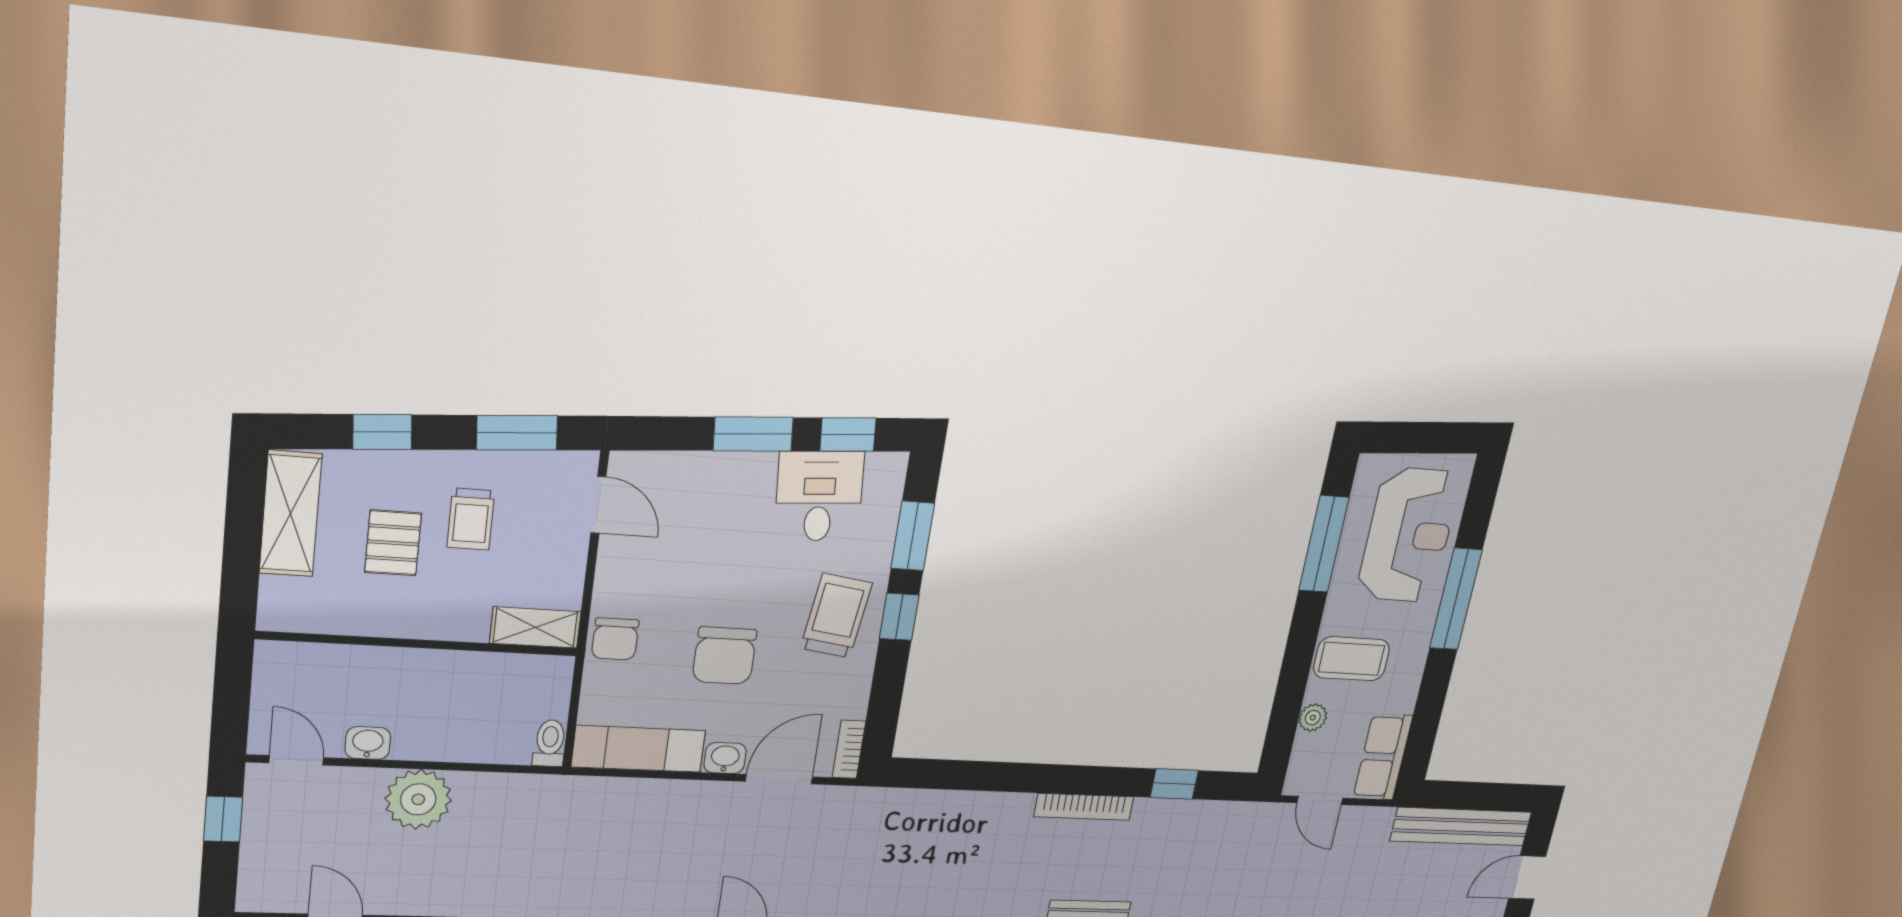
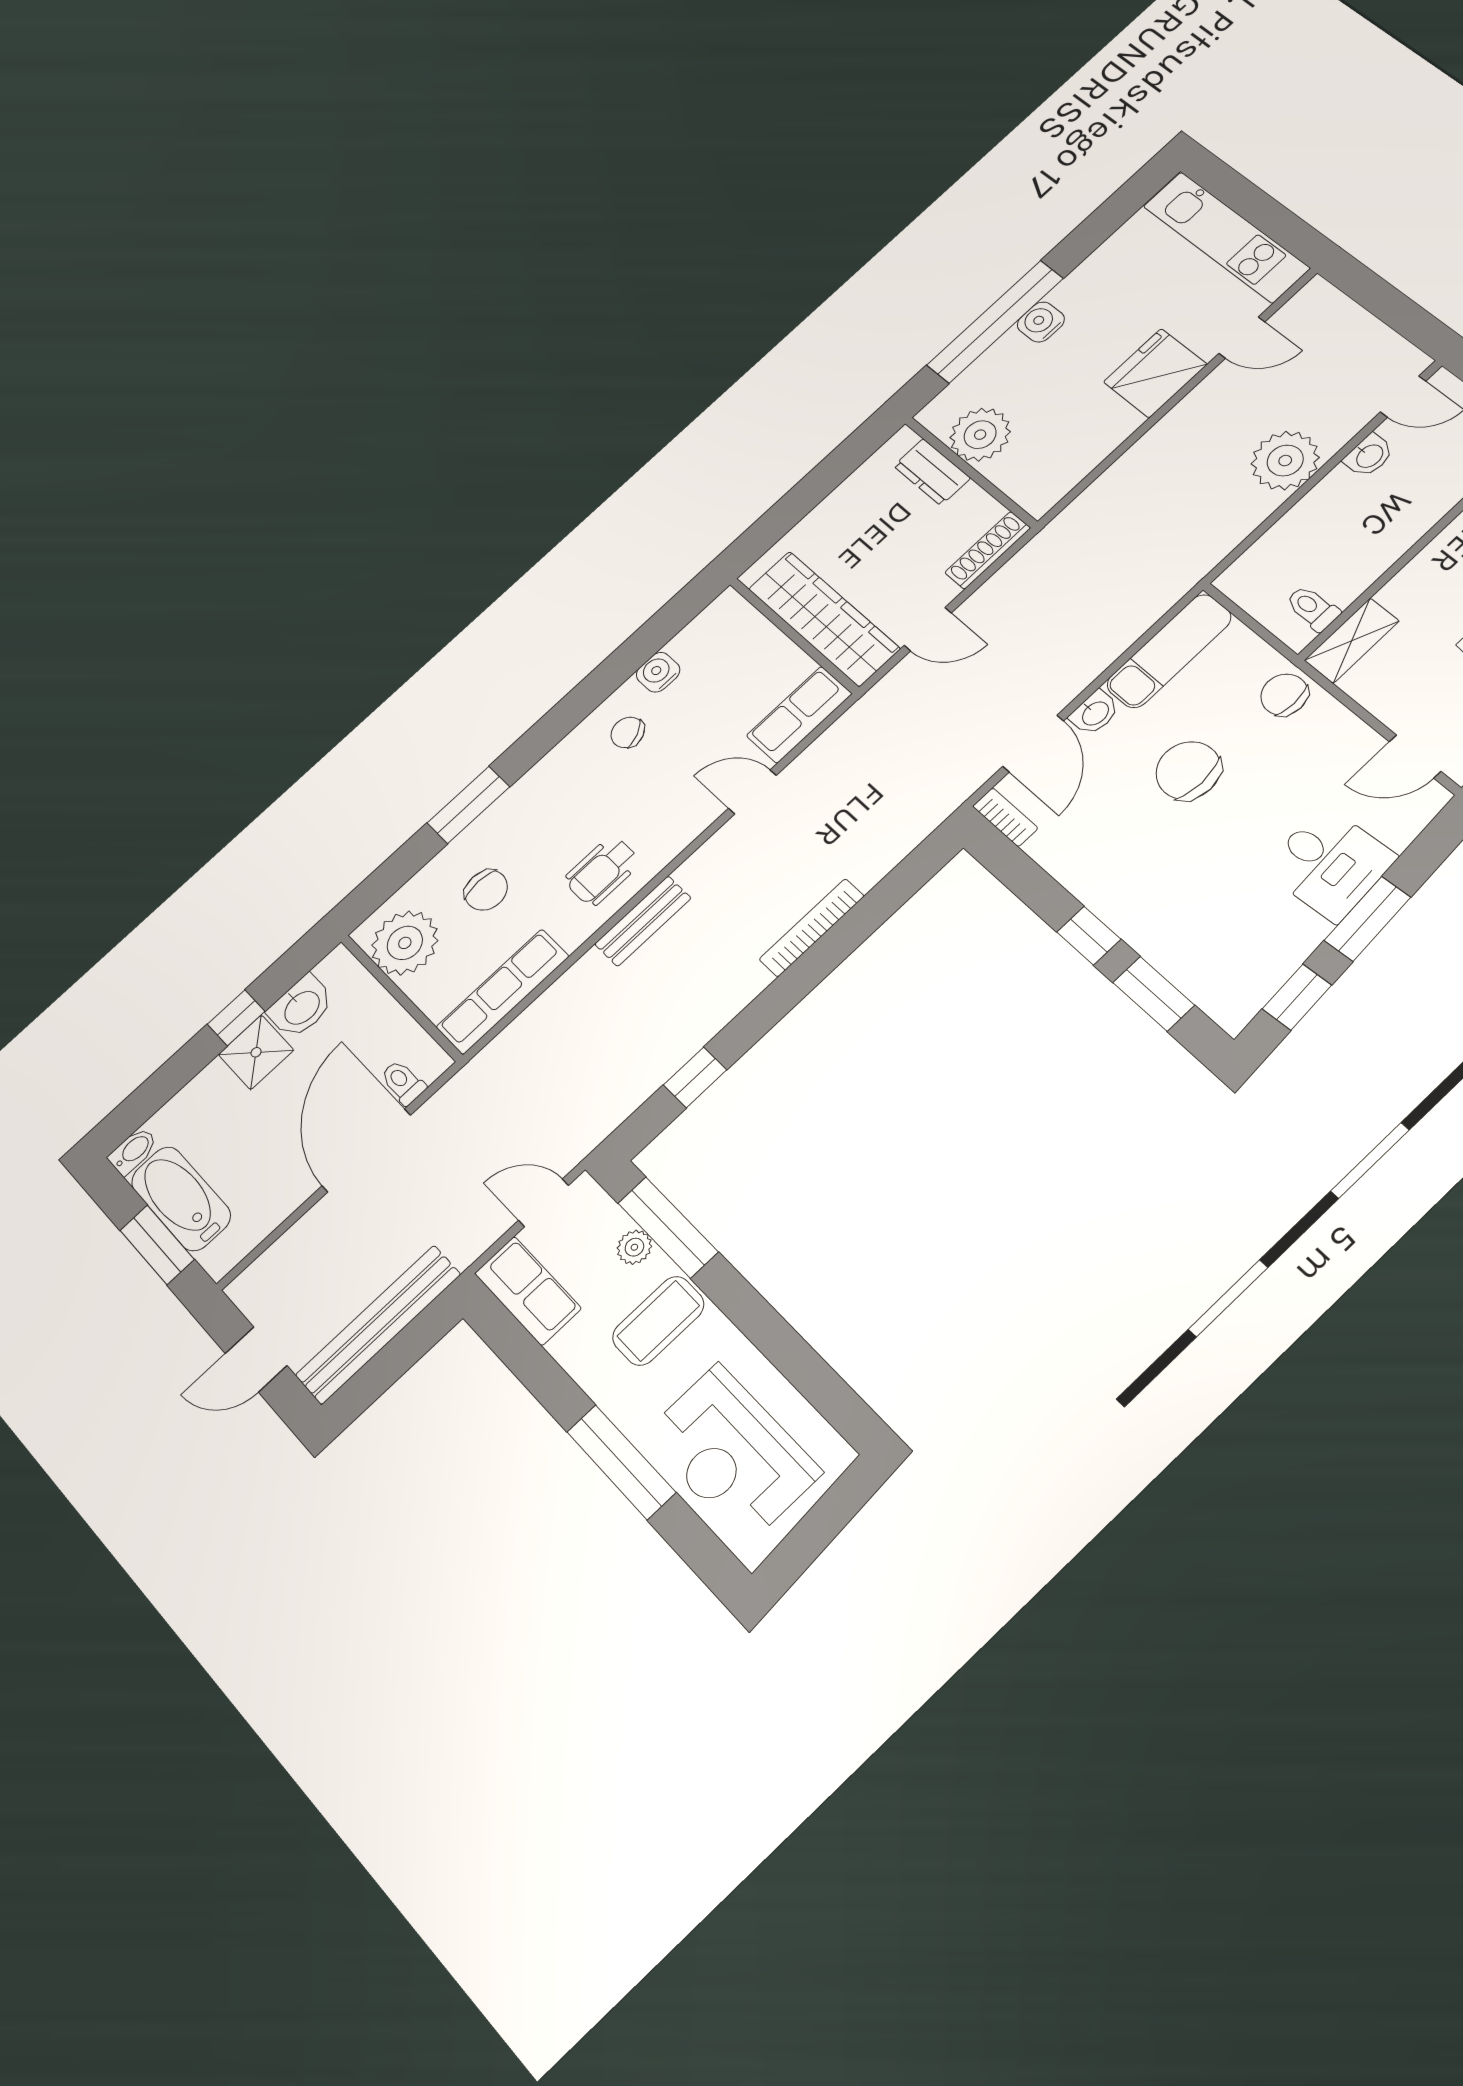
desk: (819, 496) -> (1330, 863), moved
window: (1324, 544) -> (668, 1227), moved
trolley: (836, 616) -> (1139, 884), removed
toilet: (550, 743) -> (1312, 608), moved, turned 180
bookcase: (1084, 807) -> (812, 928), moved
window: (223, 819) -> (1403, 315), removed
door: (1527, 877) -> (256, 1359), swing flipped

